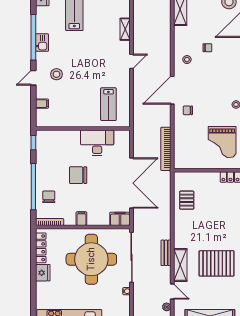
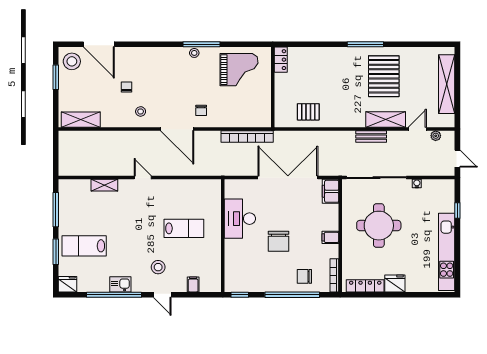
lab bench: (108, 104) -> (184, 228), moved
round table: (91, 259) -> (379, 226), width x0.73, depth x0.73

